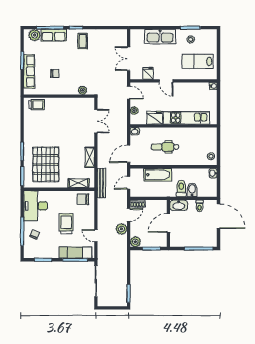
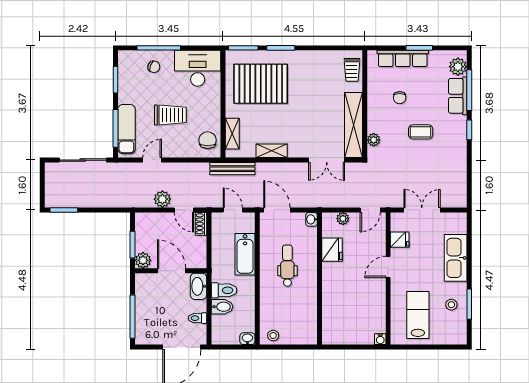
coffee table: (83, 41) -> (421, 132), moved
shelving: (73, 104) -> (354, 125), added
kitchen unit: (186, 118) -> (332, 298), removed
plant: (135, 242) -> (143, 260), moved

